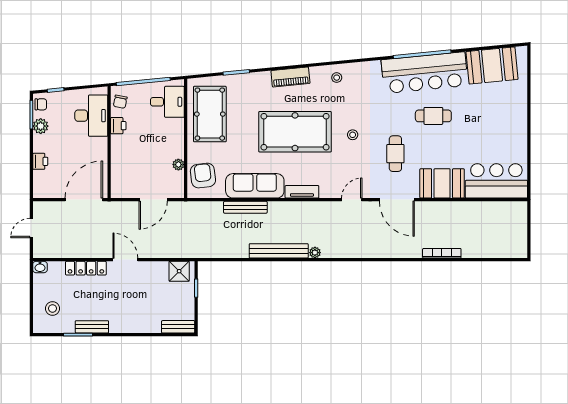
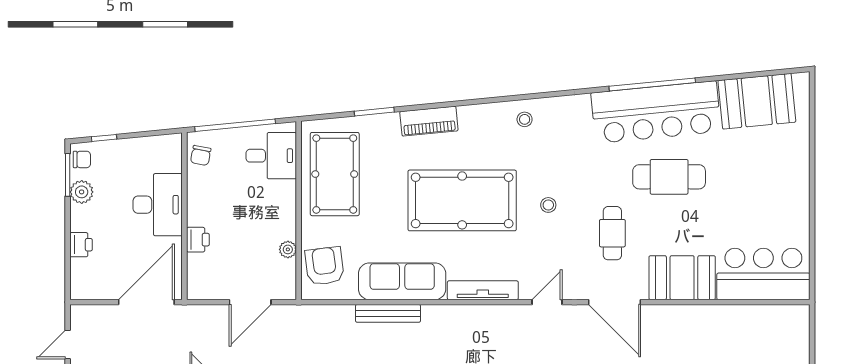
piano: (290, 77) -> (429, 121), moved
desk: (91, 116) -> (158, 205), moved
cafe table: (433, 116) -> (669, 177), width x1.37, depth x1.35
printer: (118, 126) -> (198, 240), moved
tv unit: (302, 192) -> (483, 290), width x1.41

